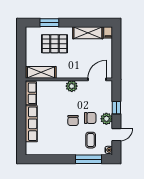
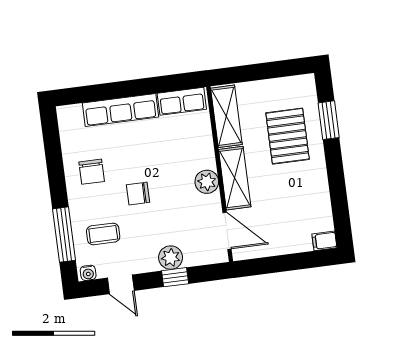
shelving: (88, 33) -> (235, 178), moved
chair: (90, 118) -> (92, 172), moved
plant: (106, 119) -> (171, 258), moved

